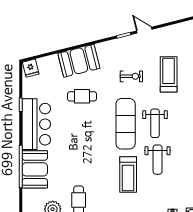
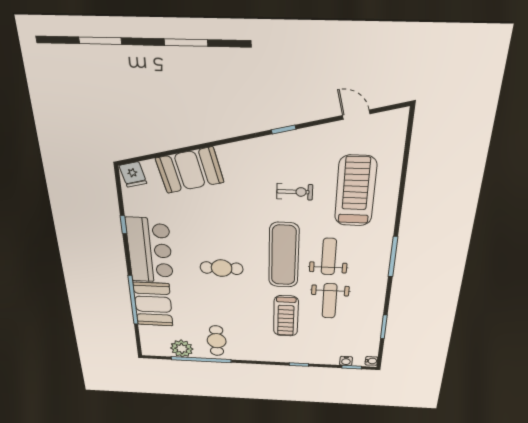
door: (144, 30) -> (356, 115), moved
booth: (79, 61) -> (190, 170), moved
treadmill: (169, 74) -> (355, 191), width x1.37, depth x1.38
cafe table: (82, 96) -> (222, 268), moved
weight bench: (155, 123) -> (329, 257), turned 180

